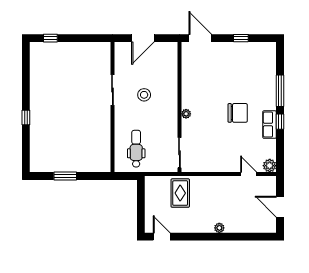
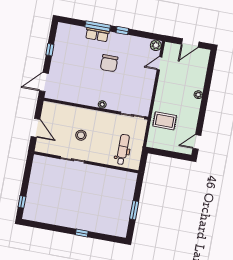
chair: (238, 113) -> (109, 63), turned 180
row of seats: (270, 125) -> (97, 35), moved
dental chair: (136, 149) -> (123, 149), turned 90

